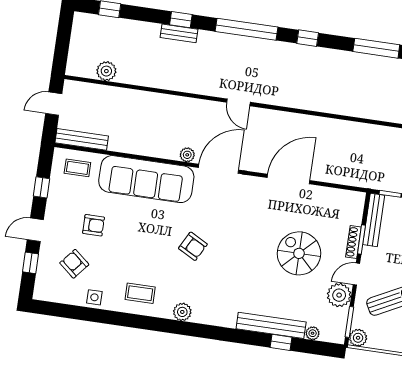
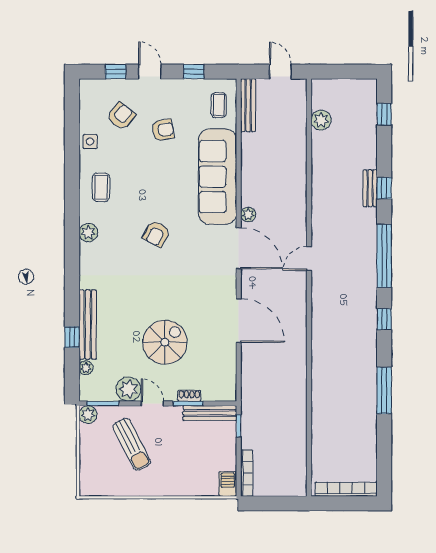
armchair: (94, 225) -> (163, 130), turned -100
shoe rack: (353, 242) -> (189, 396), width x0.70

